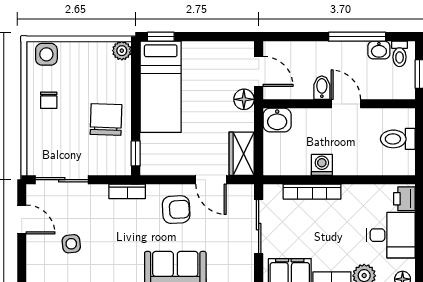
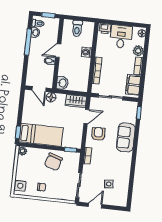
door: (259, 71) -> (39, 89), swing flipped
chair: (106, 119) -> (53, 162), turned -74
washing machine: (322, 165) -> (87, 52), moved

